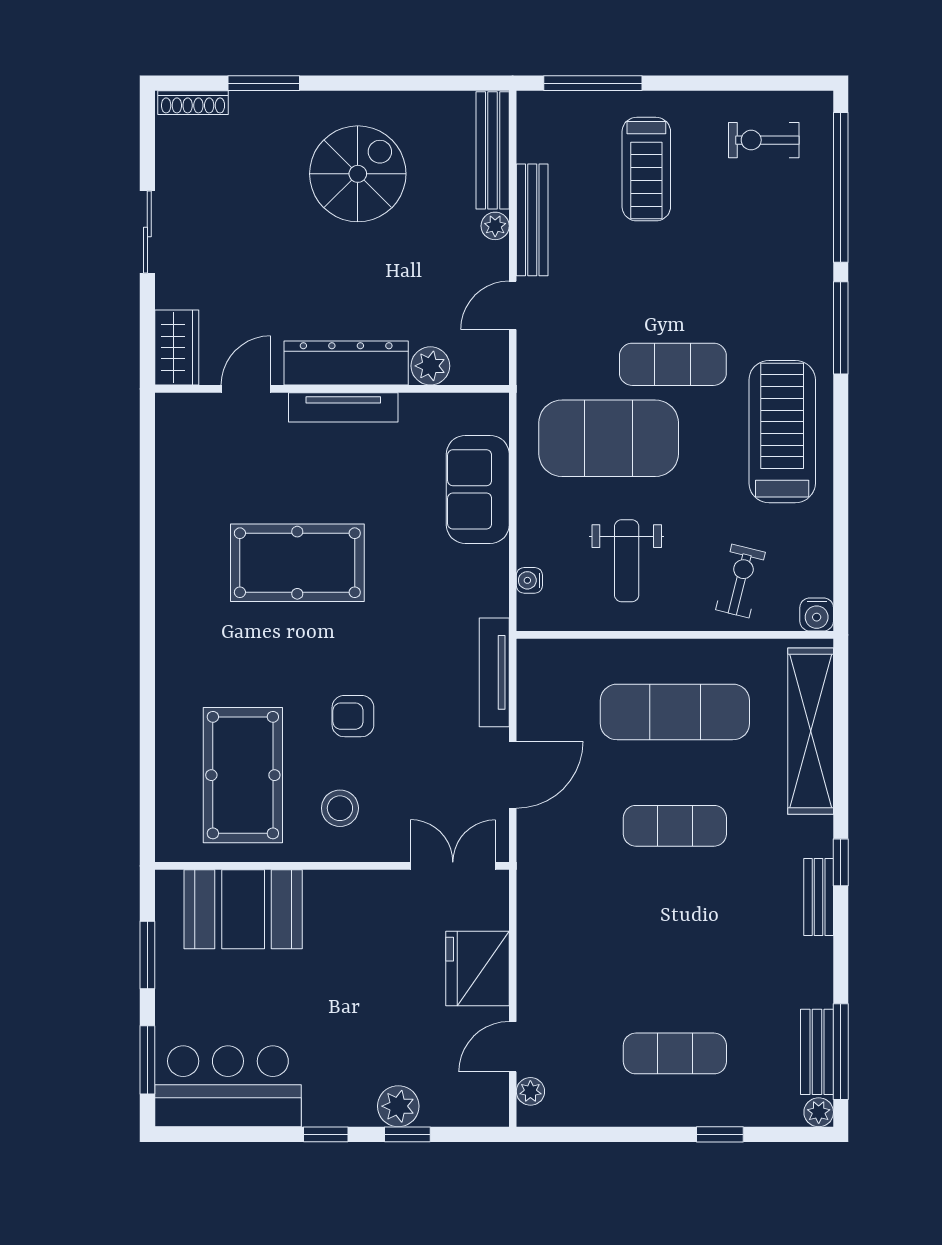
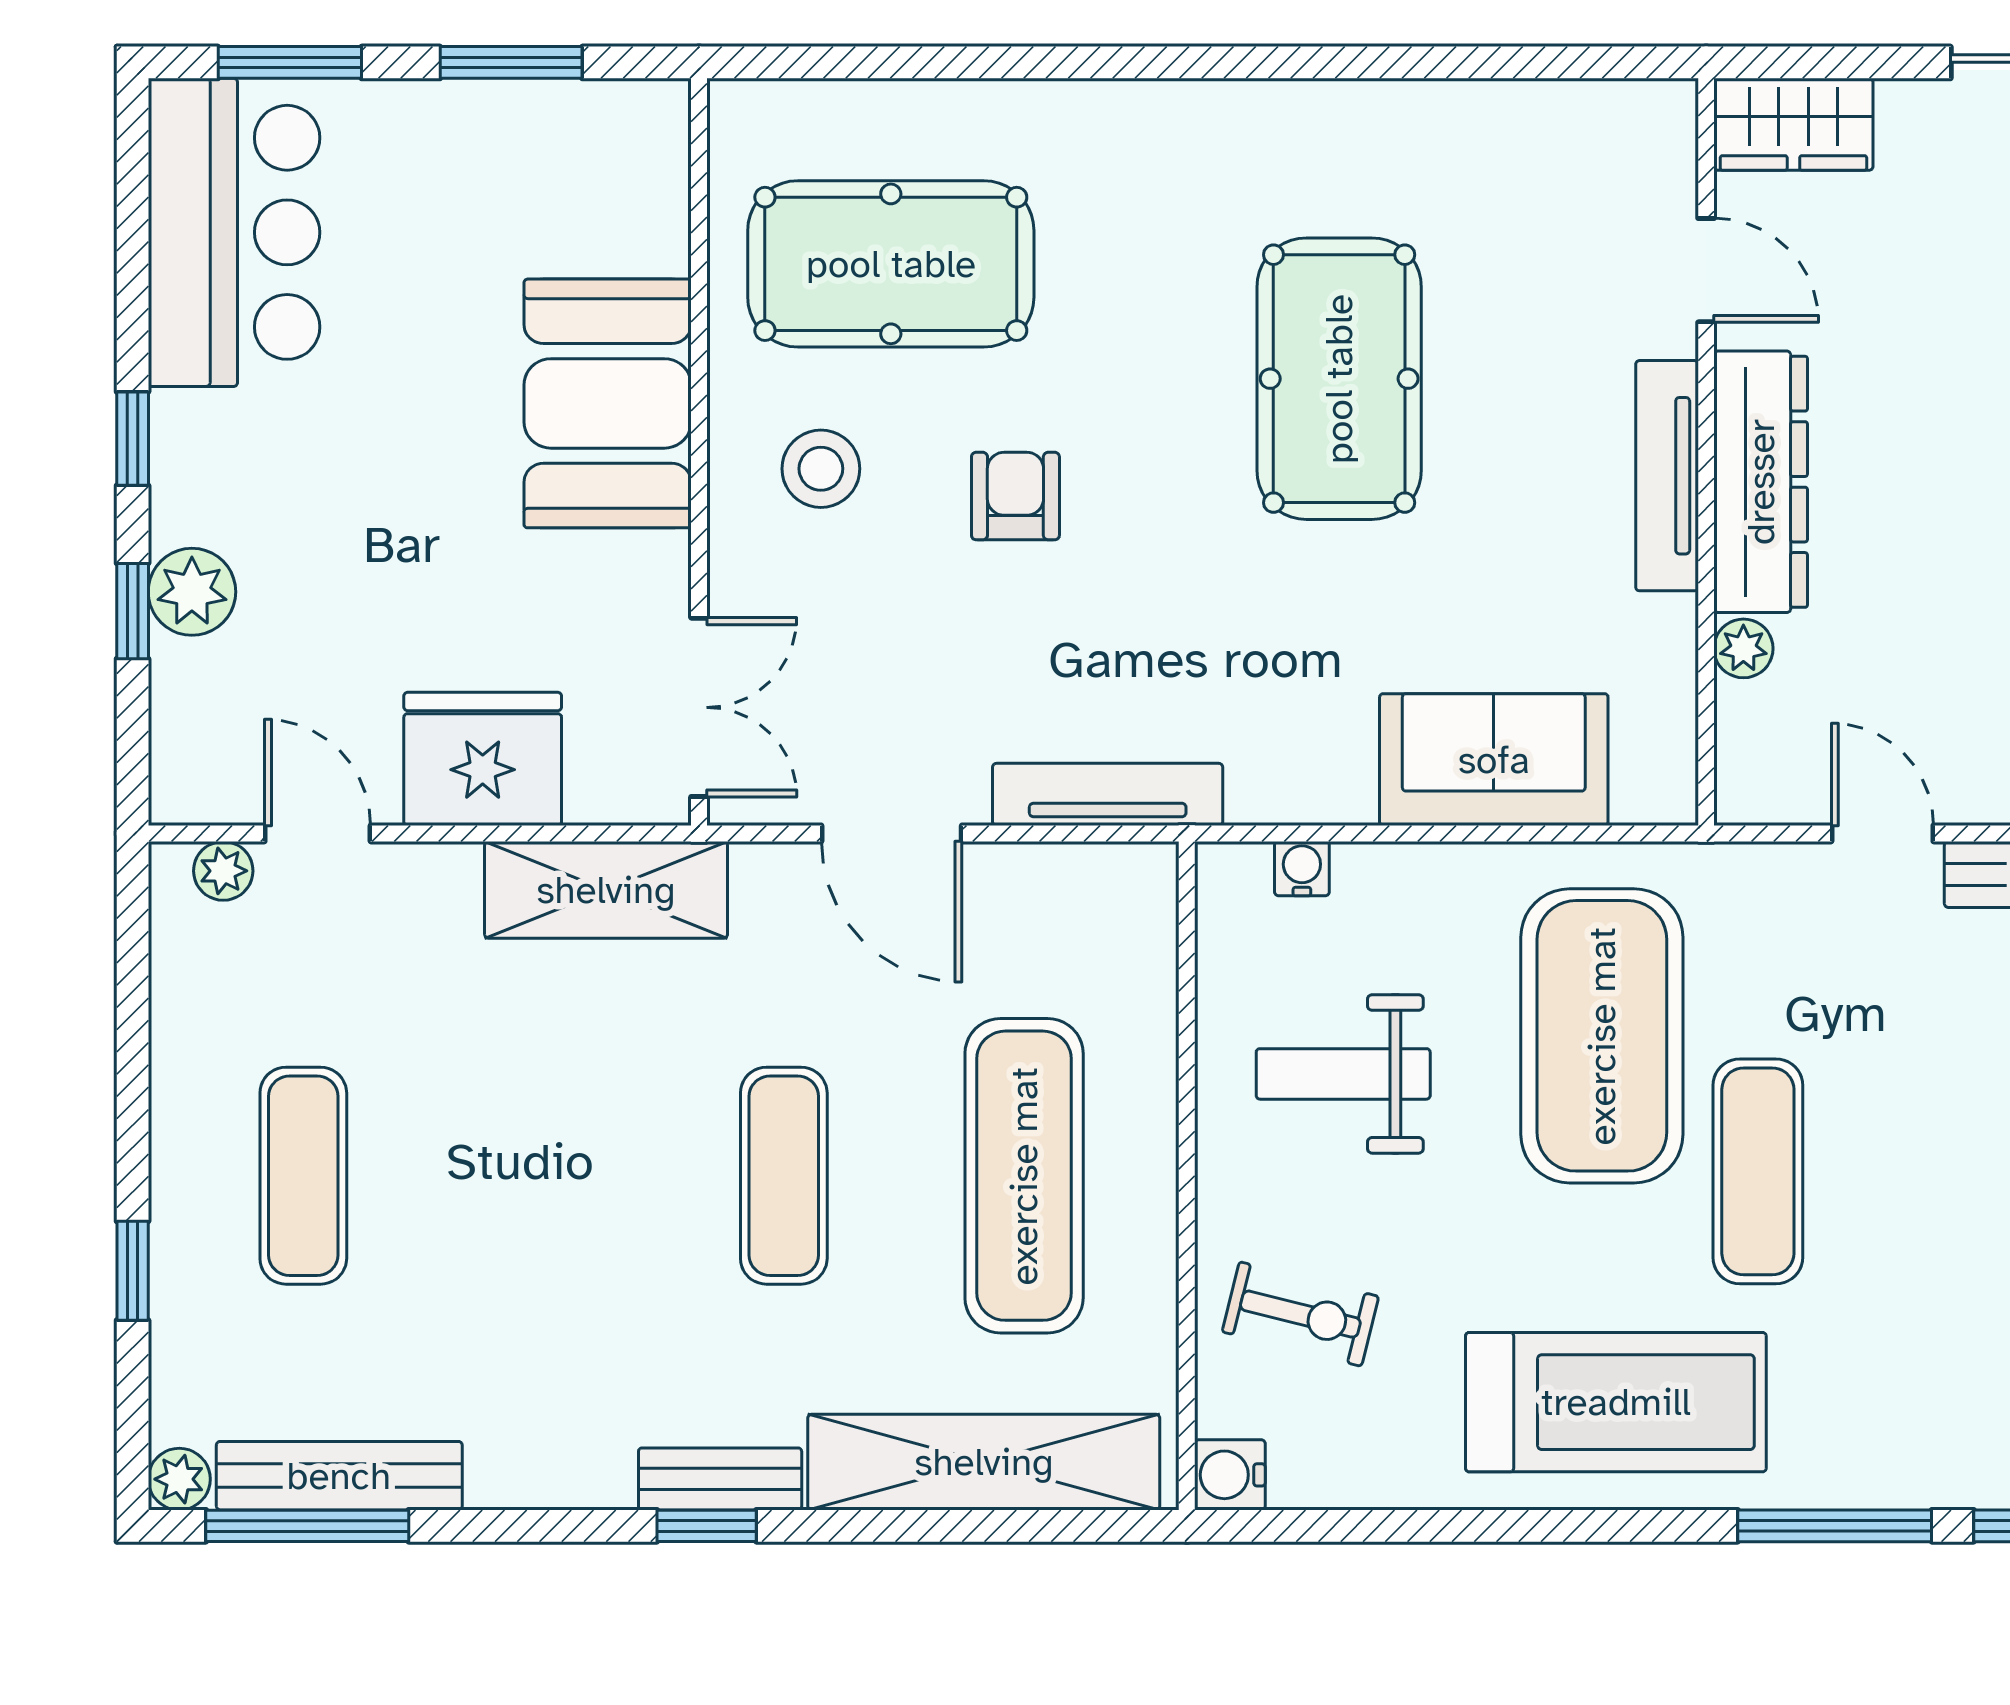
plant: (430, 366) -> (1743, 648), width x0.73, depth x0.73
bench: (819, 897) -> (720, 1479), moved
booth: (243, 909) -> (608, 403), moved
shelving: (539, 910) -> (606, 890), added
bench: (817, 1052) -> (339, 1476), width x1.36

